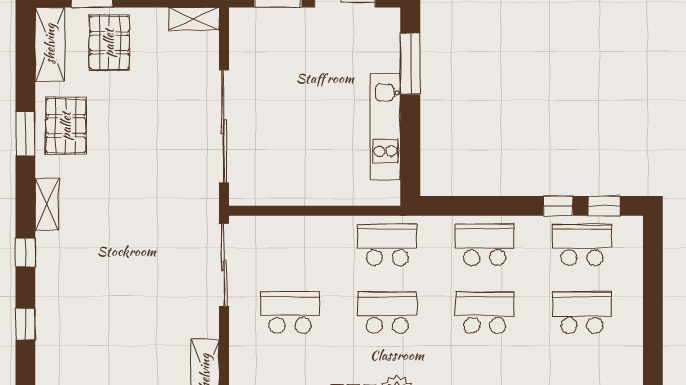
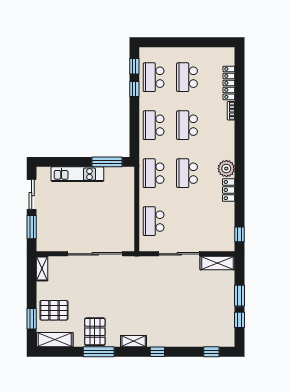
window: (410, 64) -> (107, 162), moved
pallet: (66, 126) -> (95, 332), turned 90
kitchen unit: (385, 127) -> (77, 174), moved
window: (25, 134) -> (99, 352), width x1.44
sliding door: (224, 265) -> (179, 254), moved
school desk: (290, 313) -> (154, 221), moved
window: (25, 324) -> (211, 352), moved

